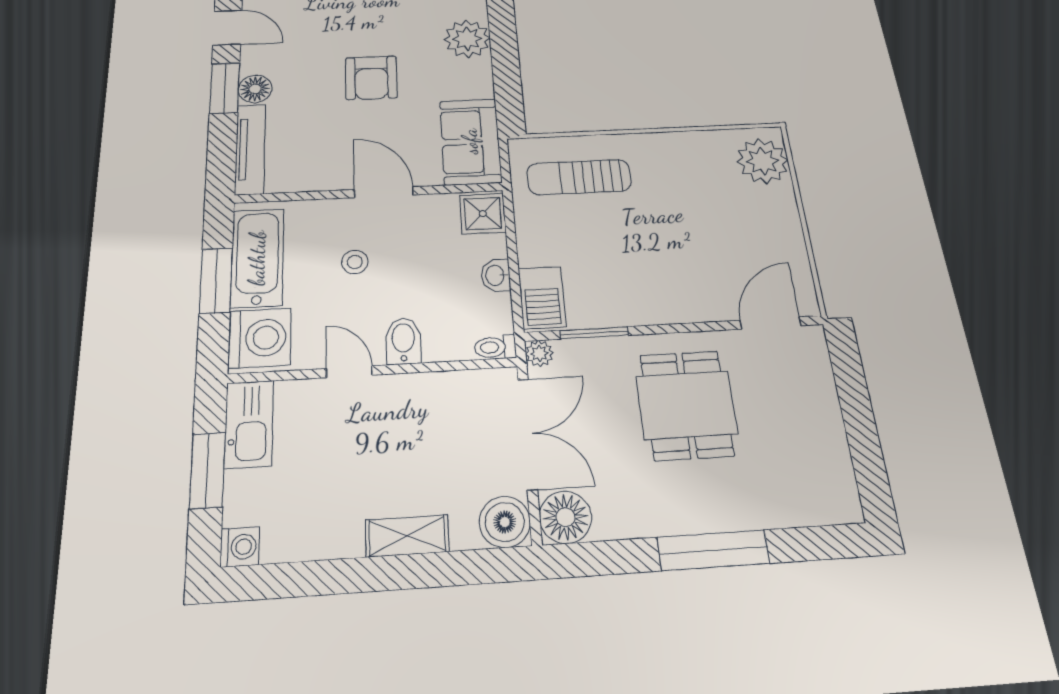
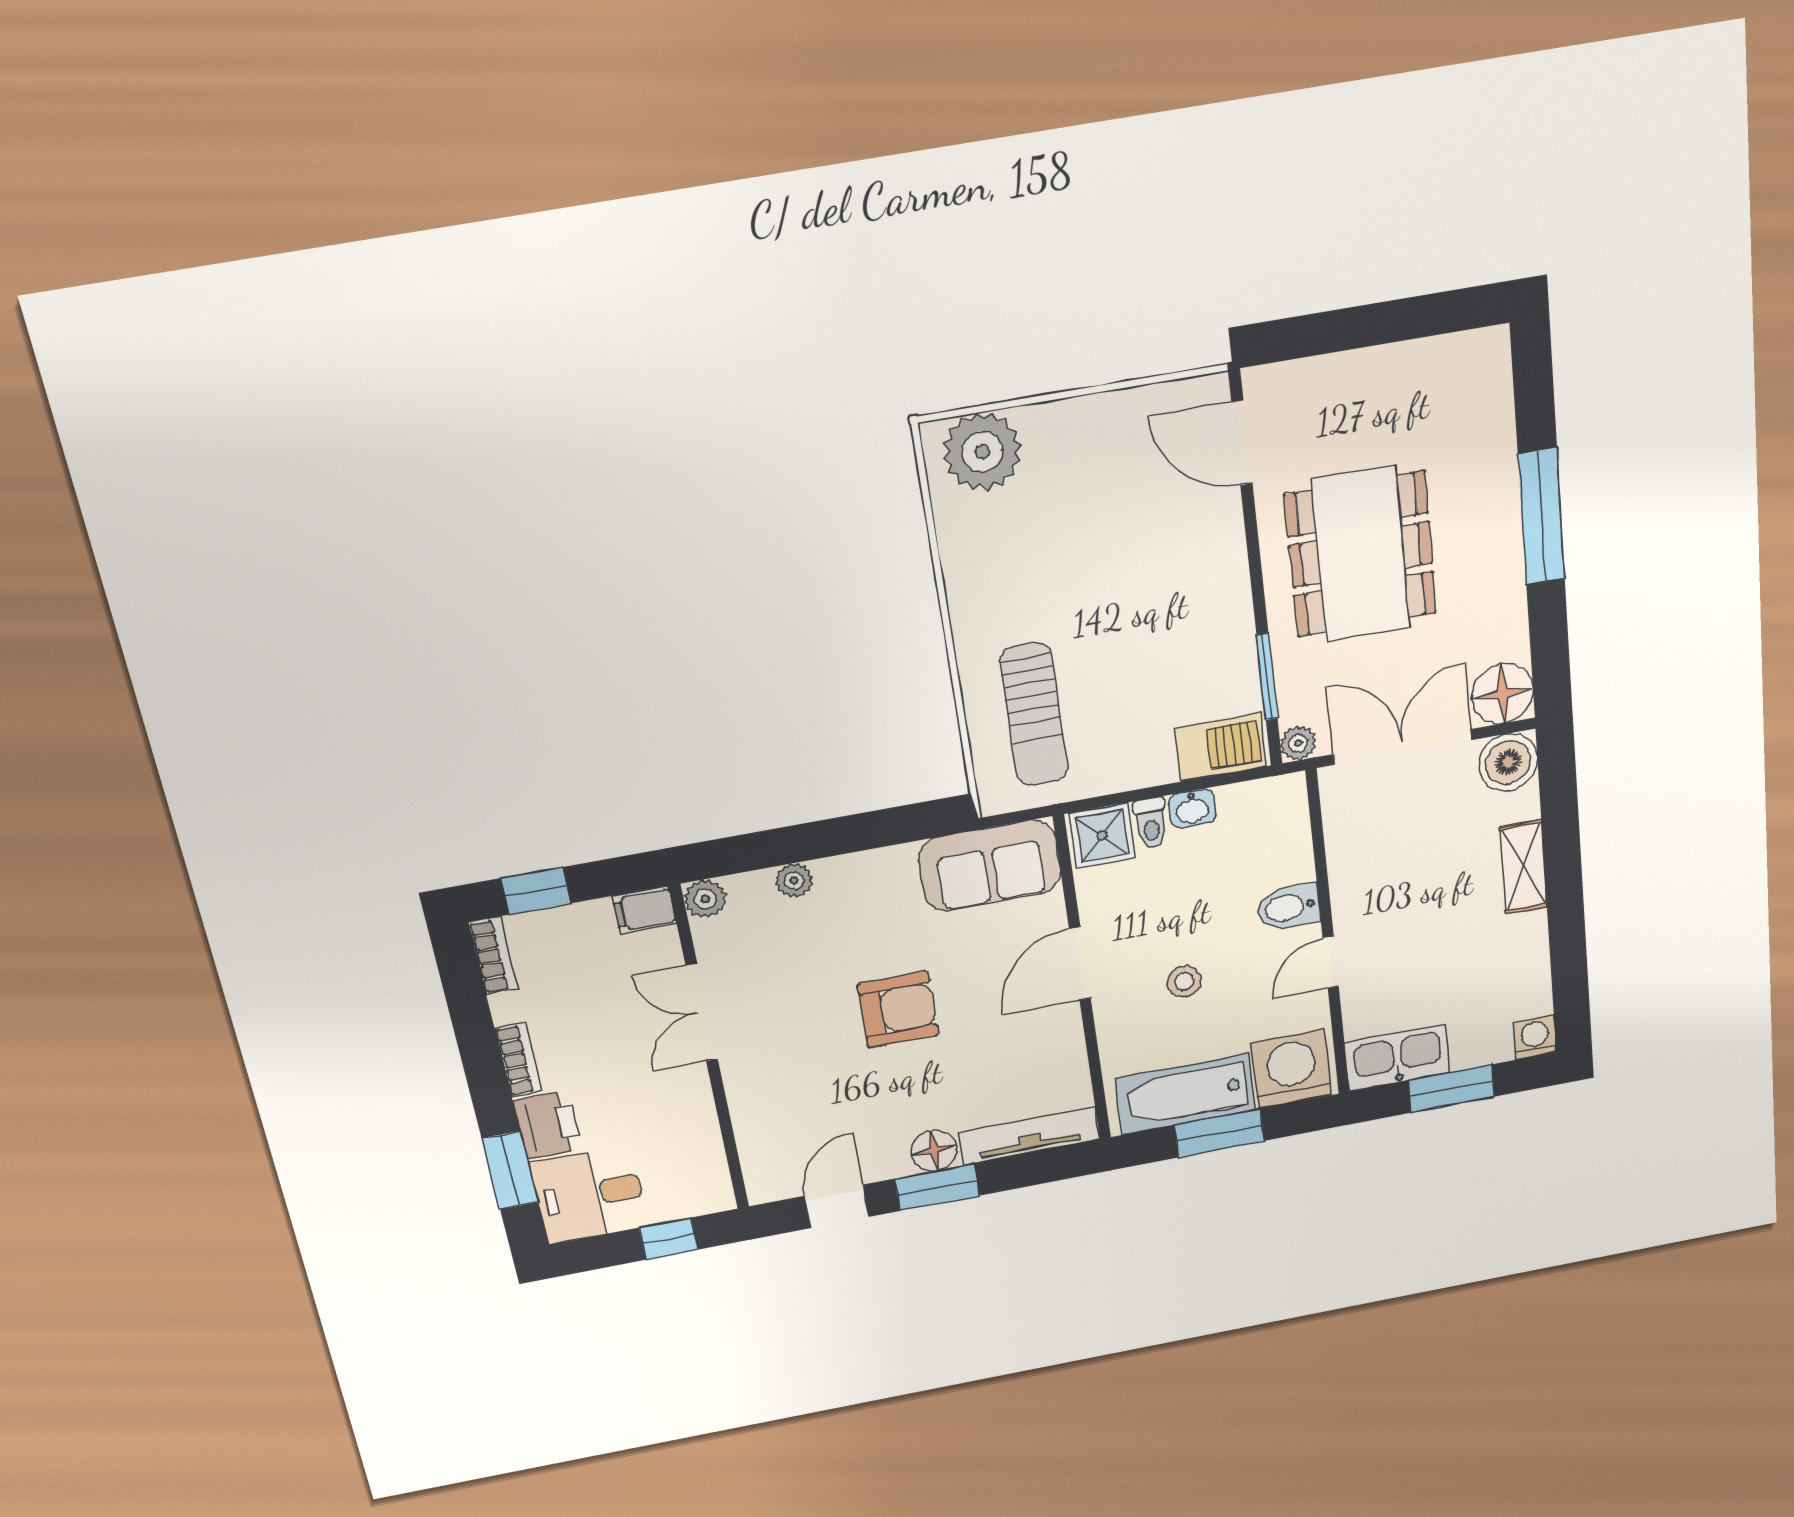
plant: (467, 39) -> (794, 881), width x0.53, depth x0.53
toilet: (495, 347) -> (1151, 823), moved
dining table: (686, 405) -> (1361, 554), width x1.38

